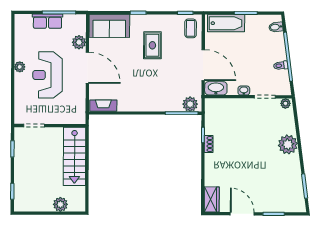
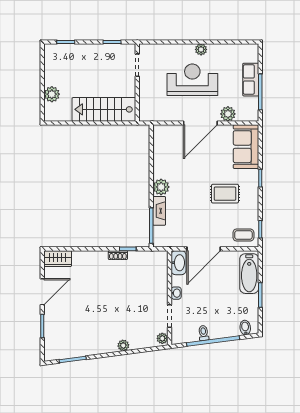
plant: (190, 104) -> (161, 187), moved
fireplace: (103, 106) -> (159, 211), moved
plant: (288, 144) -> (123, 345), width x0.53, depth x0.53

